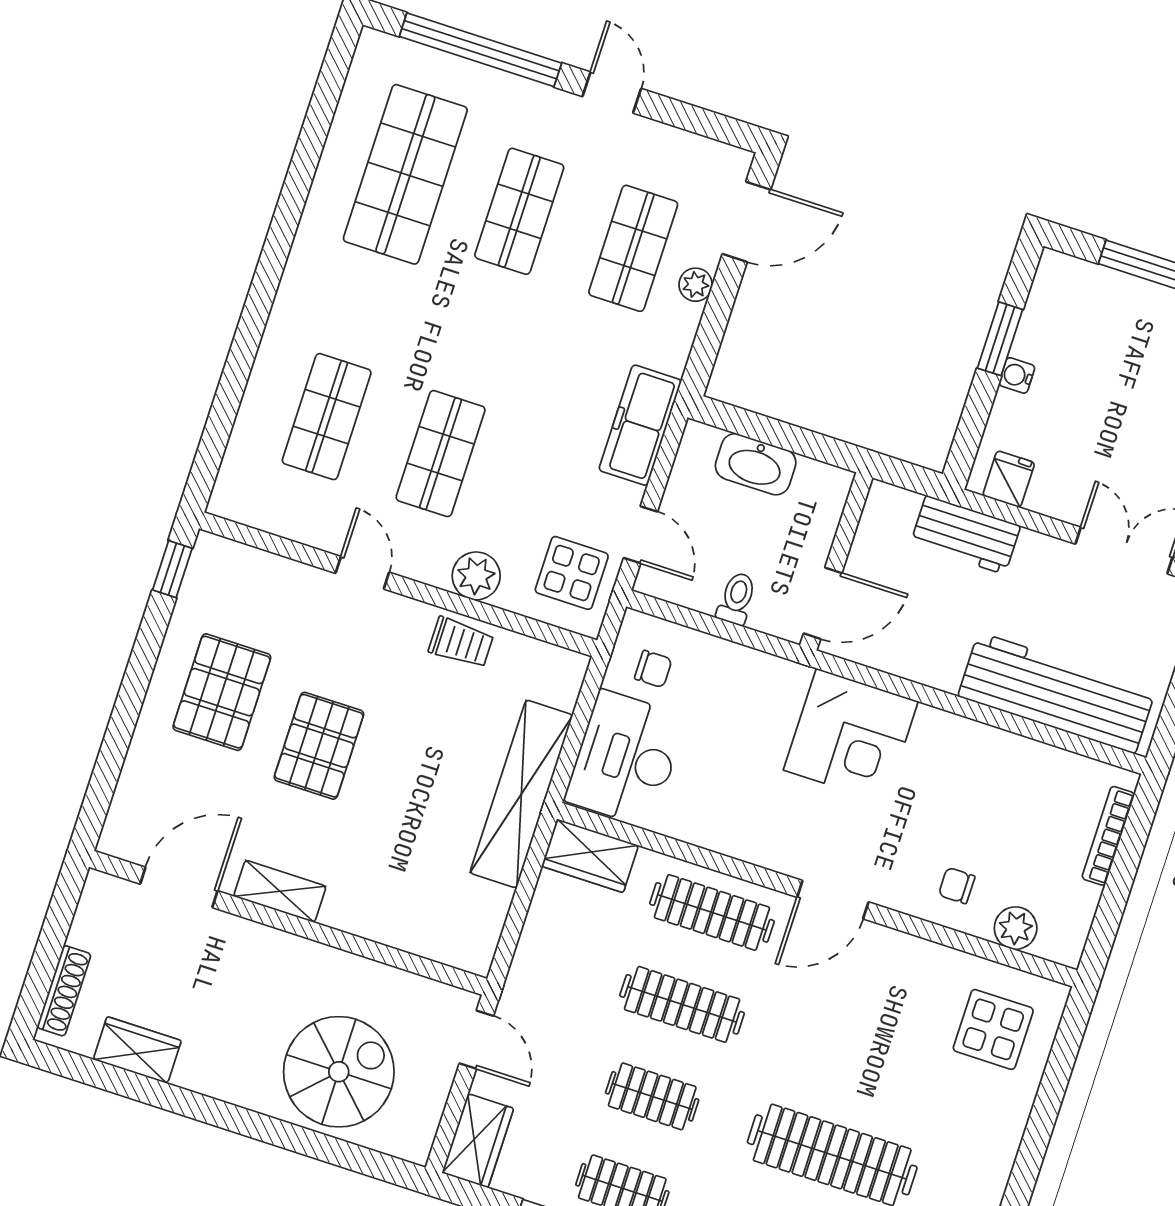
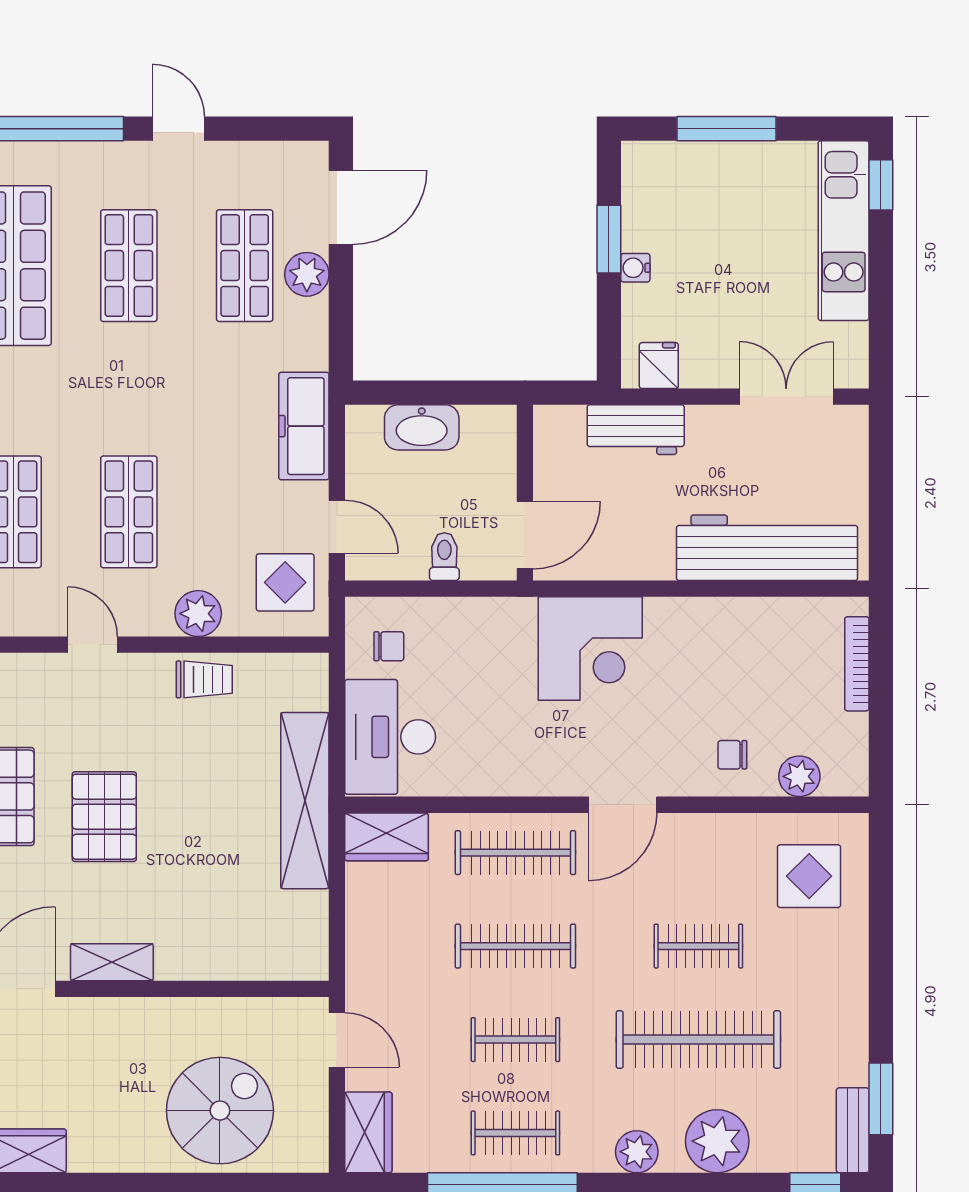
plant: (696, 285) -> (307, 274), width x1.38, depth x1.38
clothes rail: (862, 1063) -> (698, 946), added

